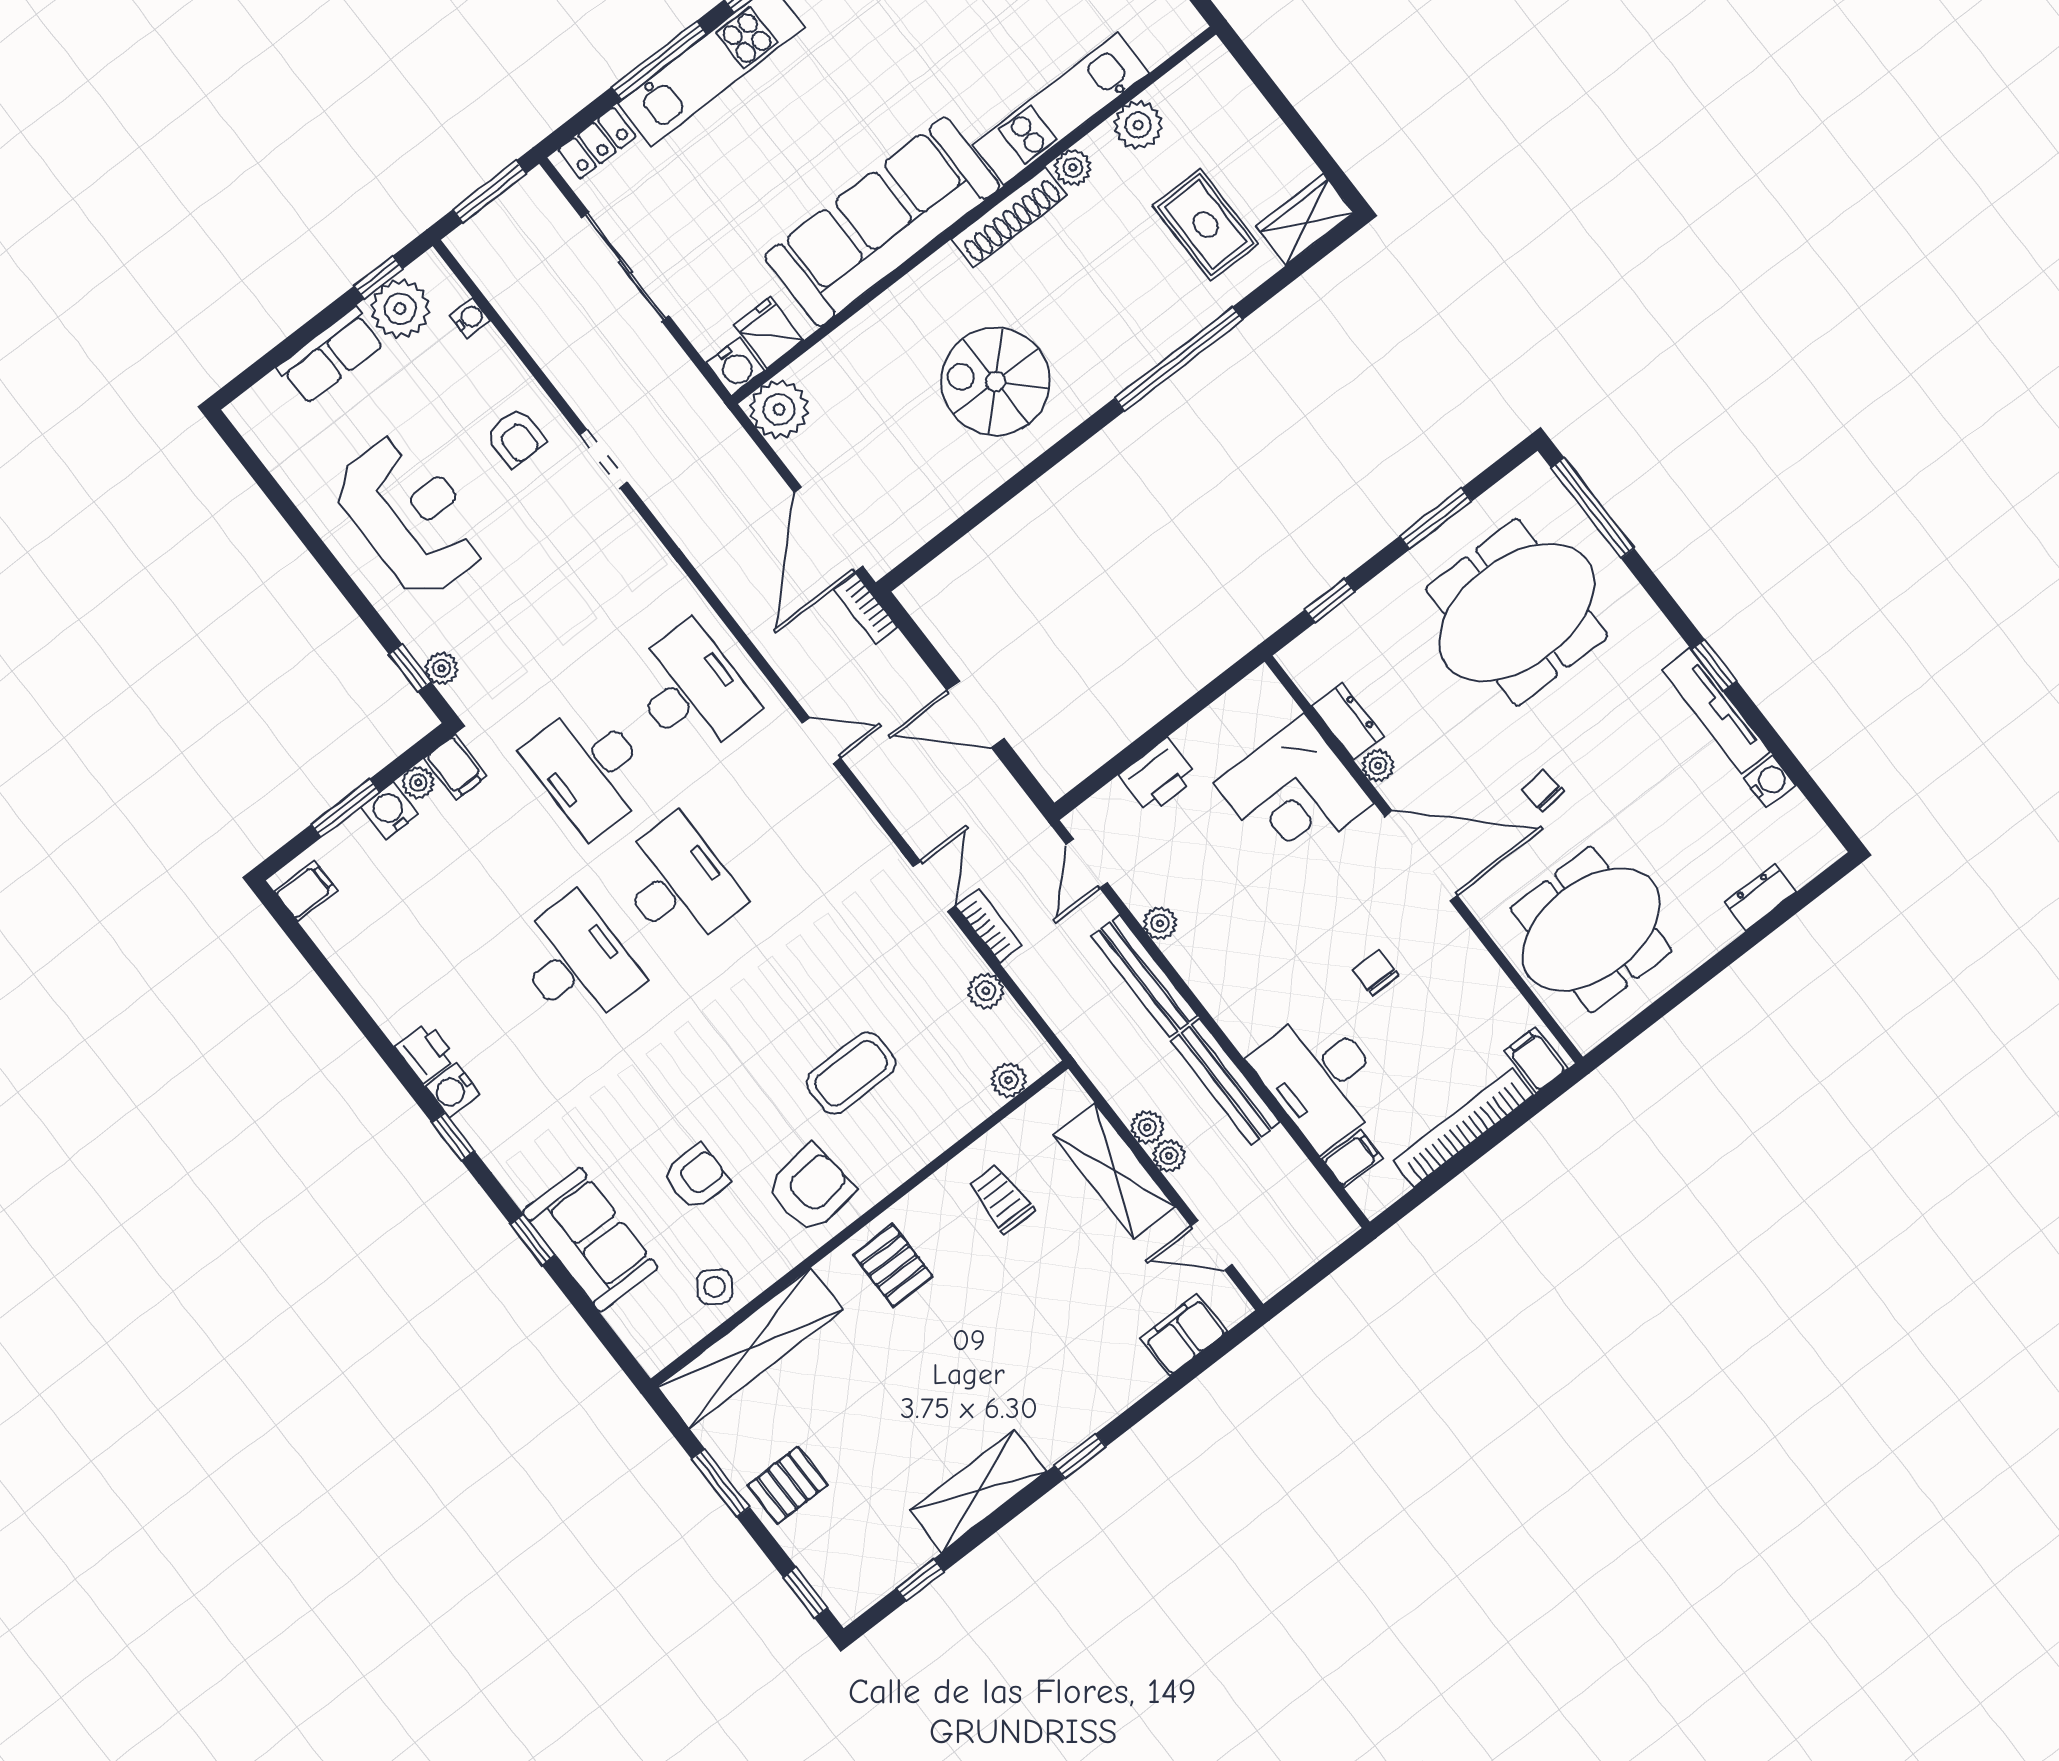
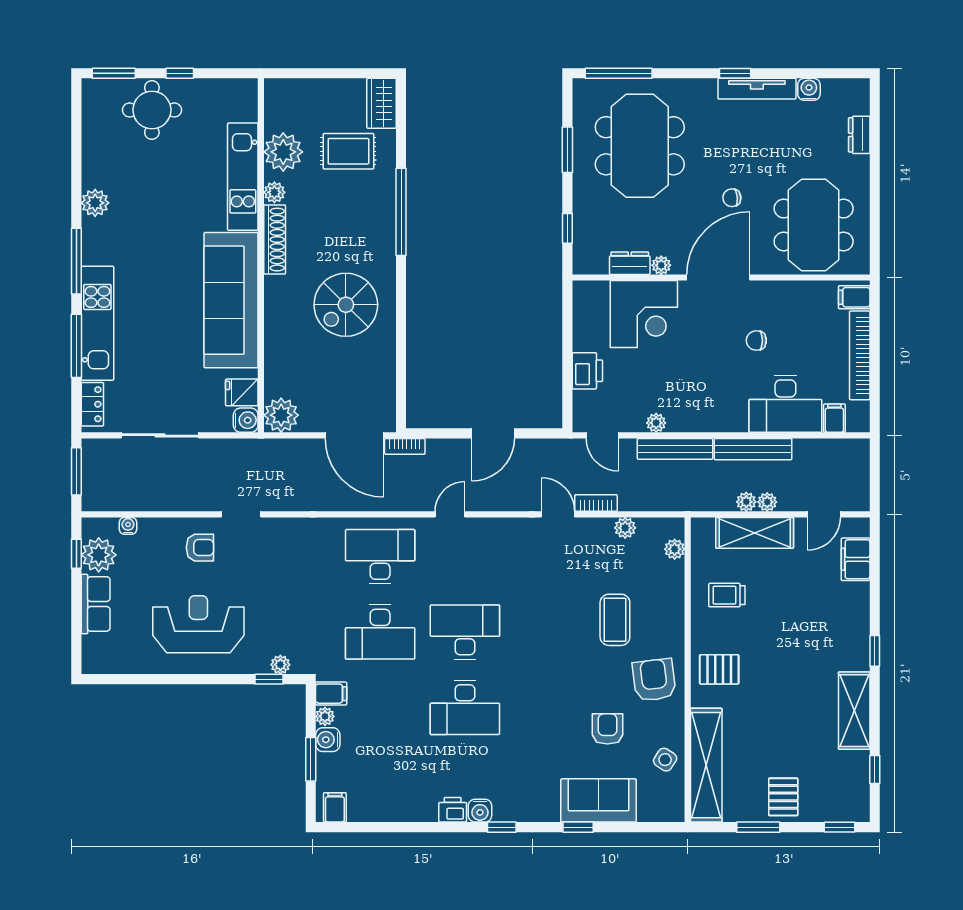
plant: (1138, 125) -> (283, 152), width x1.36, depth x1.36
desk: (576, 962) -> (465, 707), turned 180

